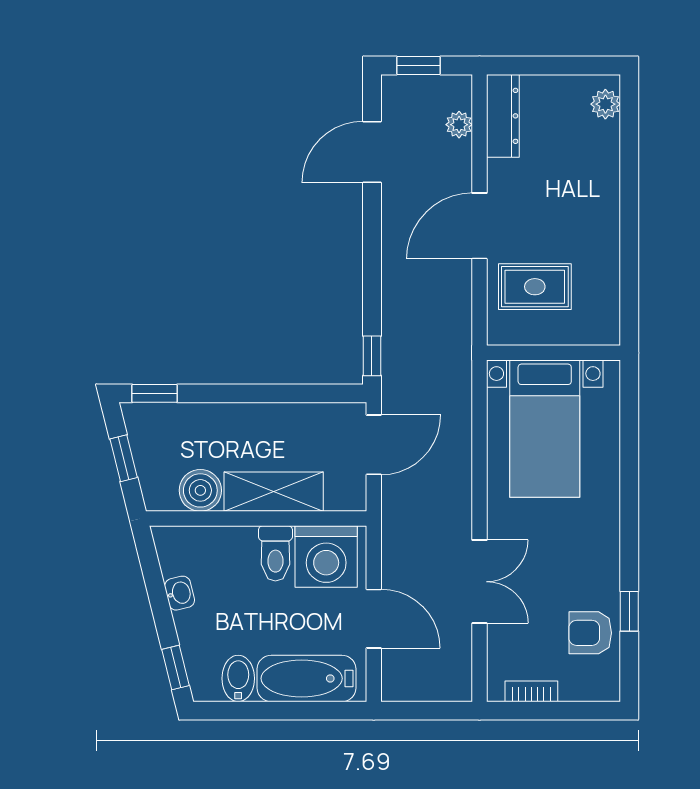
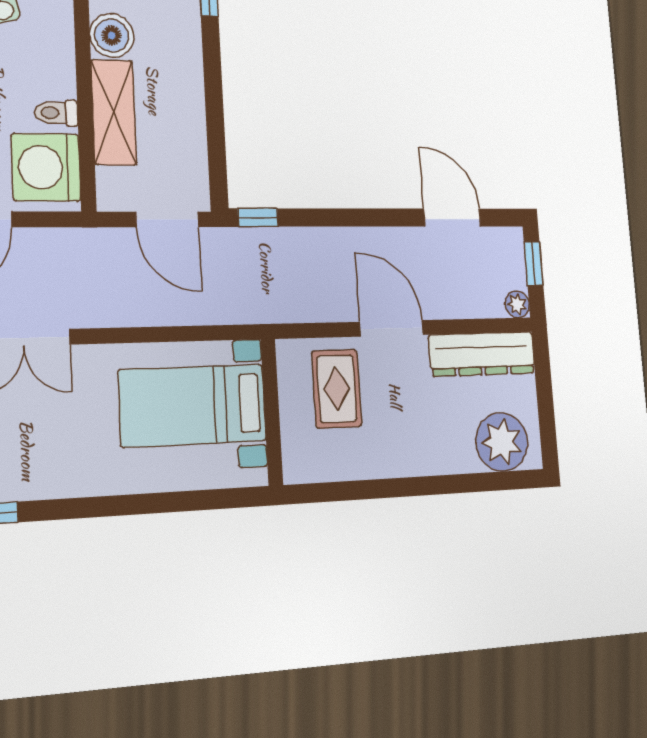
plant: (605, 104) -> (502, 442), width x1.87, depth x1.87
dresser: (503, 116) -> (482, 354), width x1.37, depth x1.24
plant: (459, 125) -> (517, 304), moved
toilet: (275, 553) -> (56, 113), width x0.73, depth x0.72

